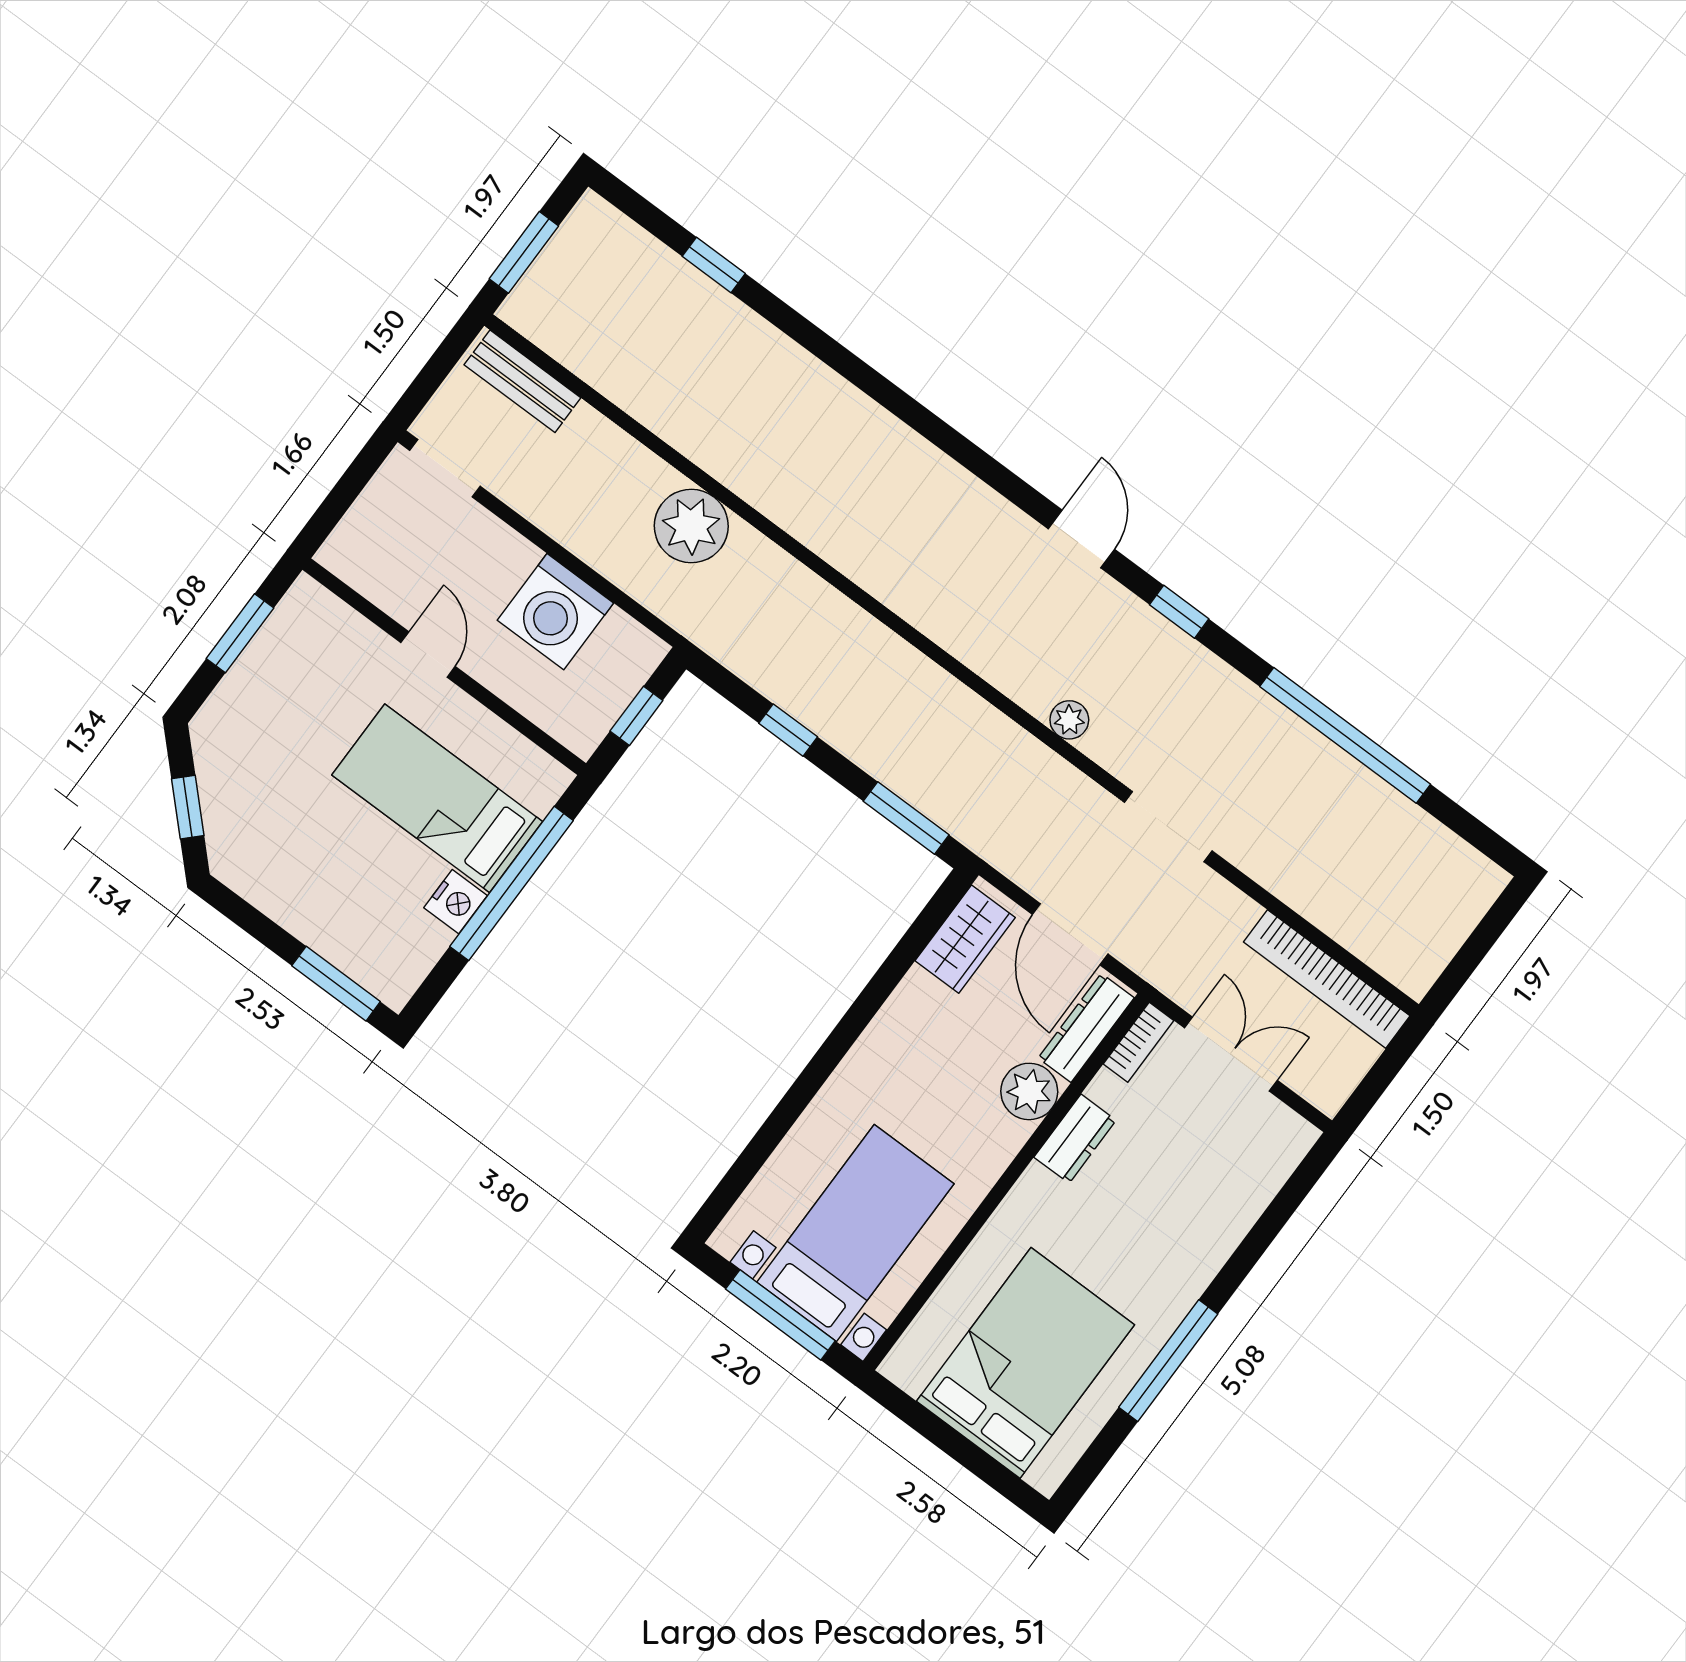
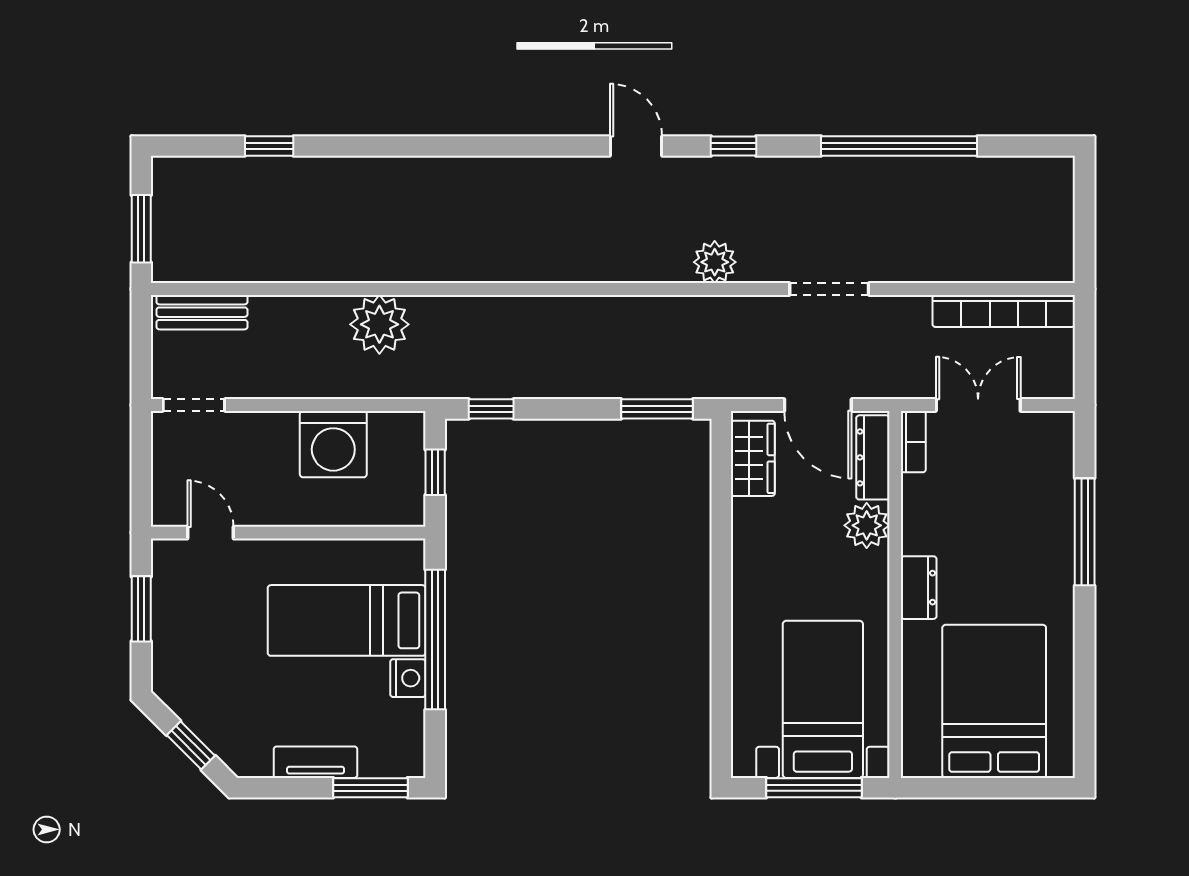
door: (428, 654) -> (211, 533), moved
plant: (1069, 720) -> (715, 262), width x1.38, depth x1.38
window: (788, 730) -> (491, 409), moved
tv unit: (300, 917) -> (316, 762), added
dresser: (1075, 1139) -> (919, 588), moved
window: (1168, 1361) -> (1085, 532), moved

